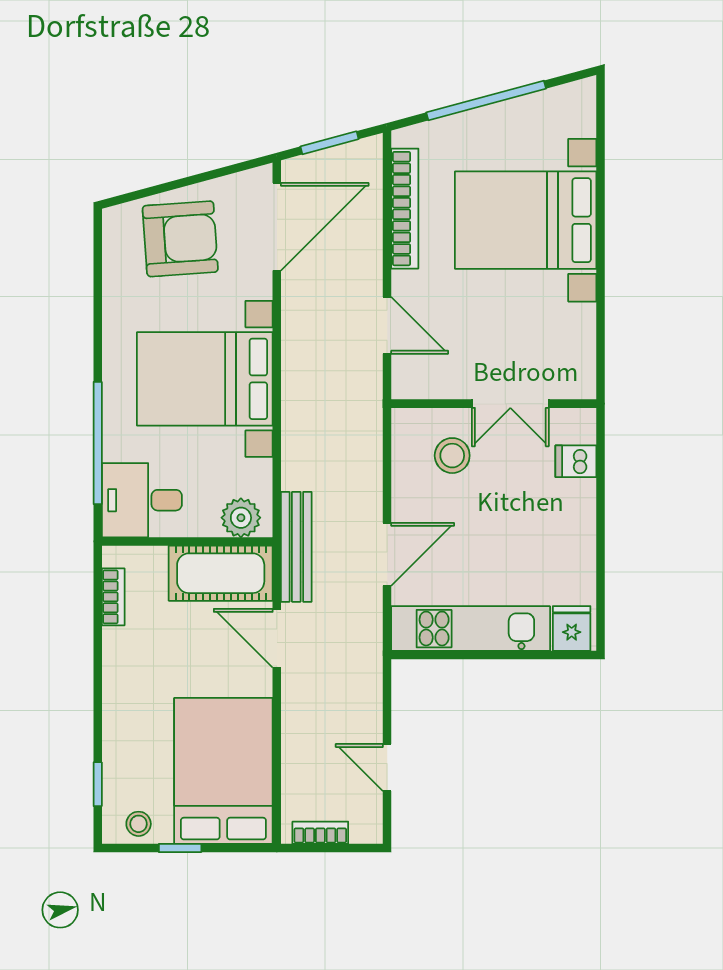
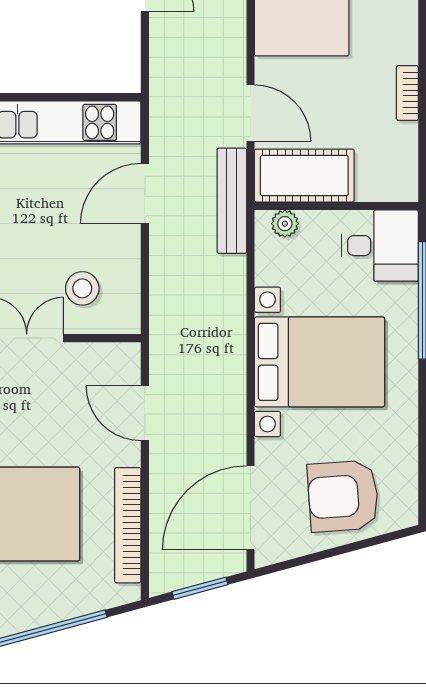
plant: (241, 518) -> (285, 224), width x0.73, depth x0.73
bookcase: (113, 597) -> (407, 93), moved

